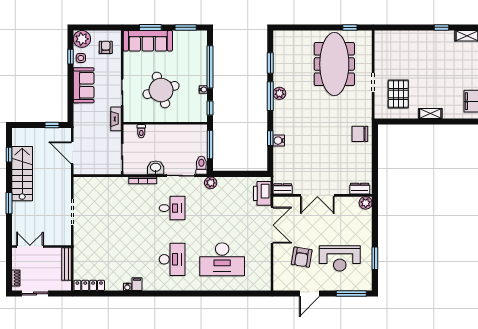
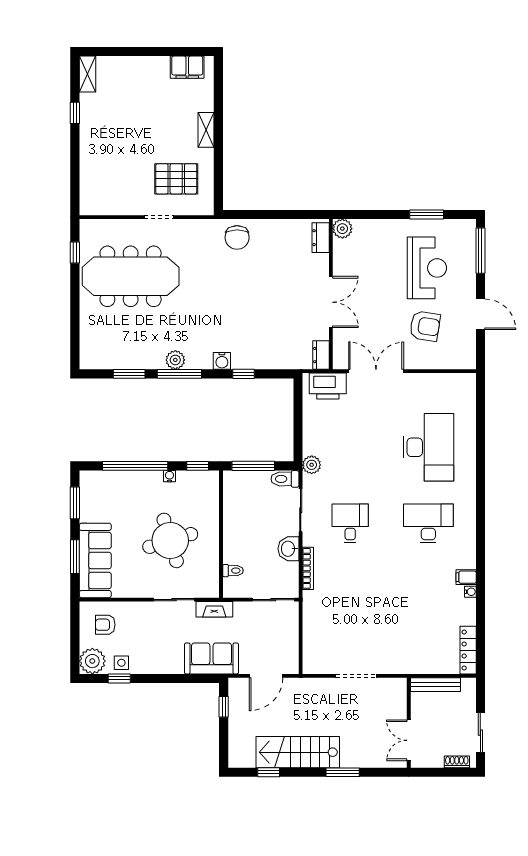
sofa: (84, 85) -> (212, 658), moved
water cooler: (279, 141) -> (222, 361), moved

